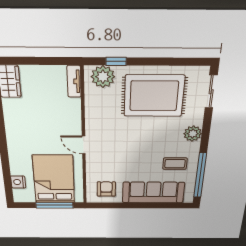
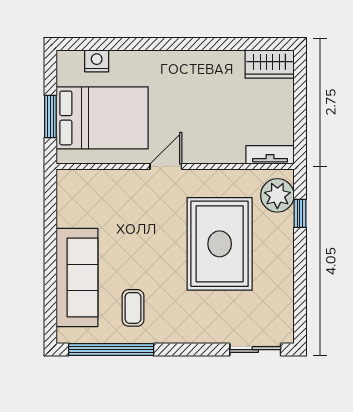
rug: (154, 96) -> (220, 244), moved
plant: (193, 134) -> (187, 330), removed
armchair: (106, 189) -> (84, 201), removed
window: (55, 205) -> (50, 116), width x0.69

